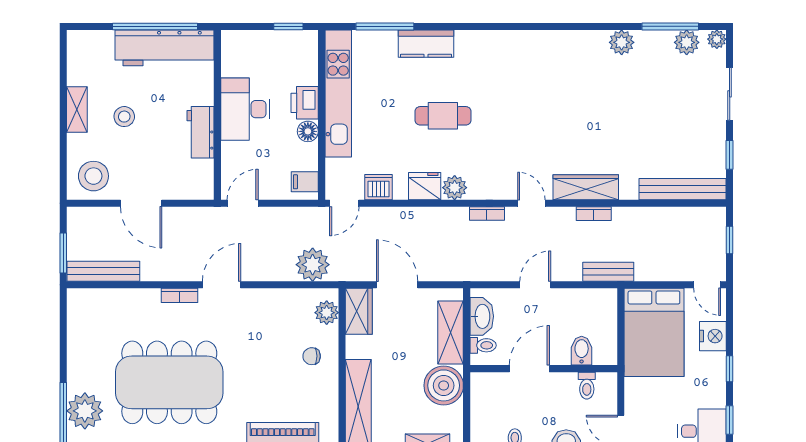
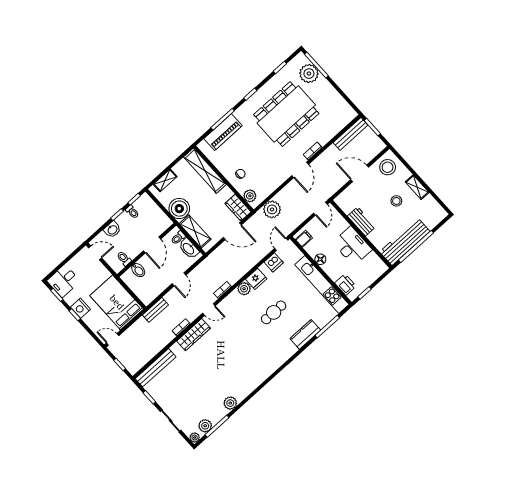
printer: (305, 103) -> (345, 285), moved
nightstand: (713, 336) -> (80, 308), moved

